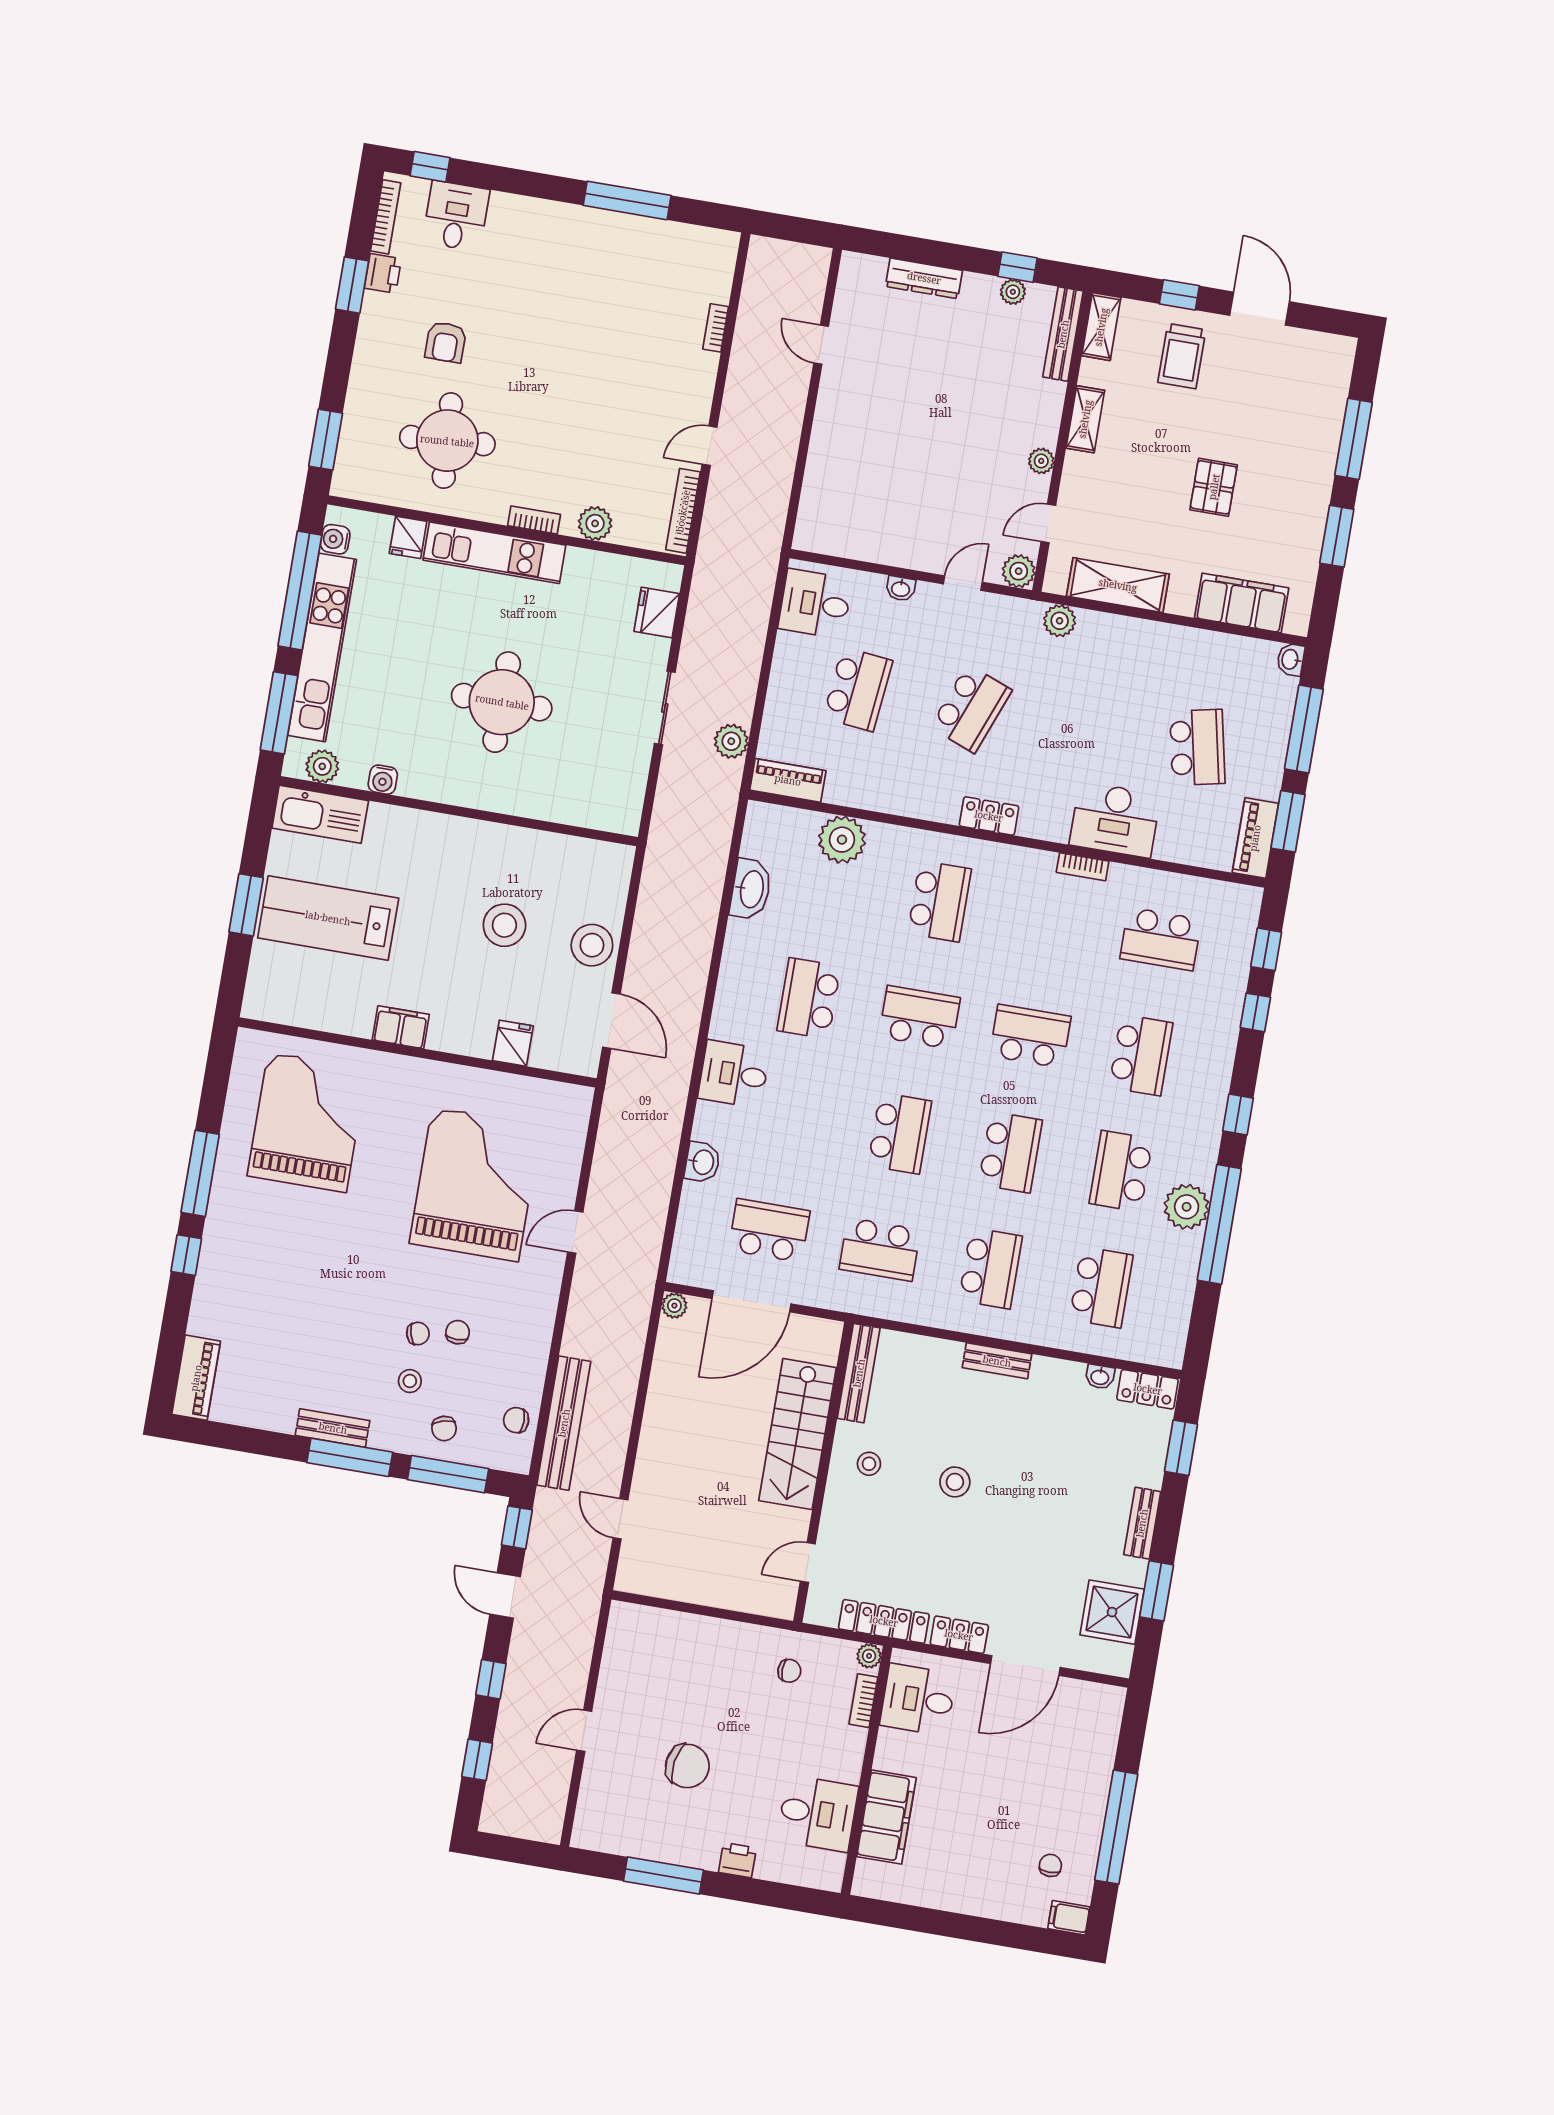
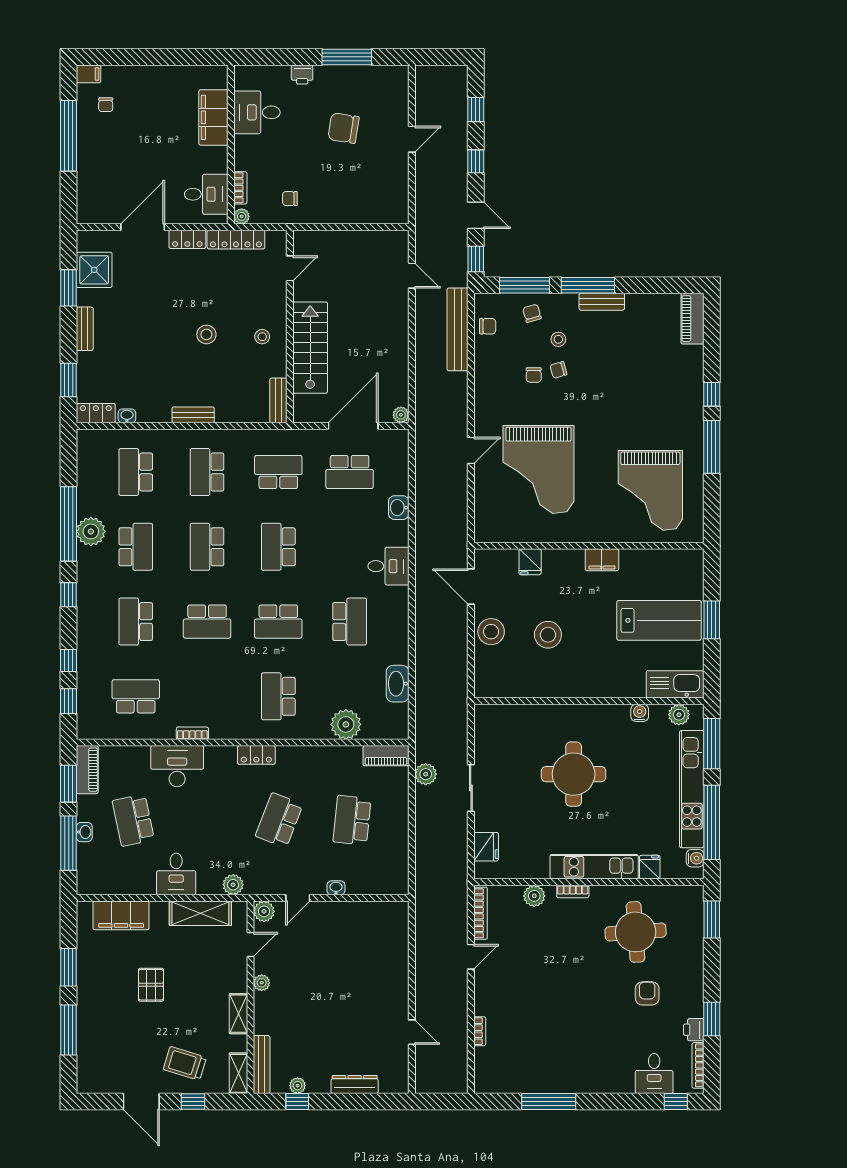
trolley: (1182, 356) -> (185, 1063), turned -73
desk: (815, 604) -> (176, 874), moved, turned 90
washbasin: (1291, 659) -> (84, 832), moved
bench: (859, 1373) -> (278, 400), width x0.73

